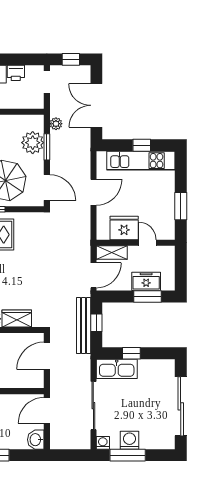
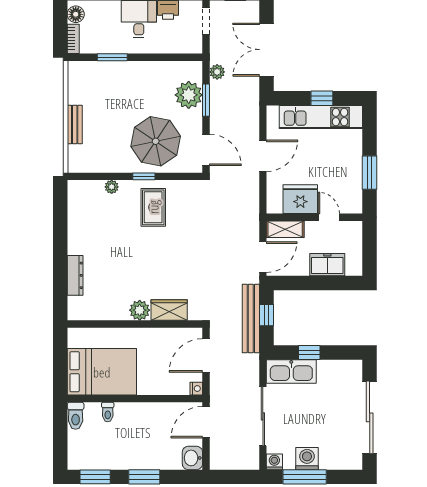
window: (147, 297) -> (329, 283), removed
nightstand: (39, 383) -> (196, 389), added

